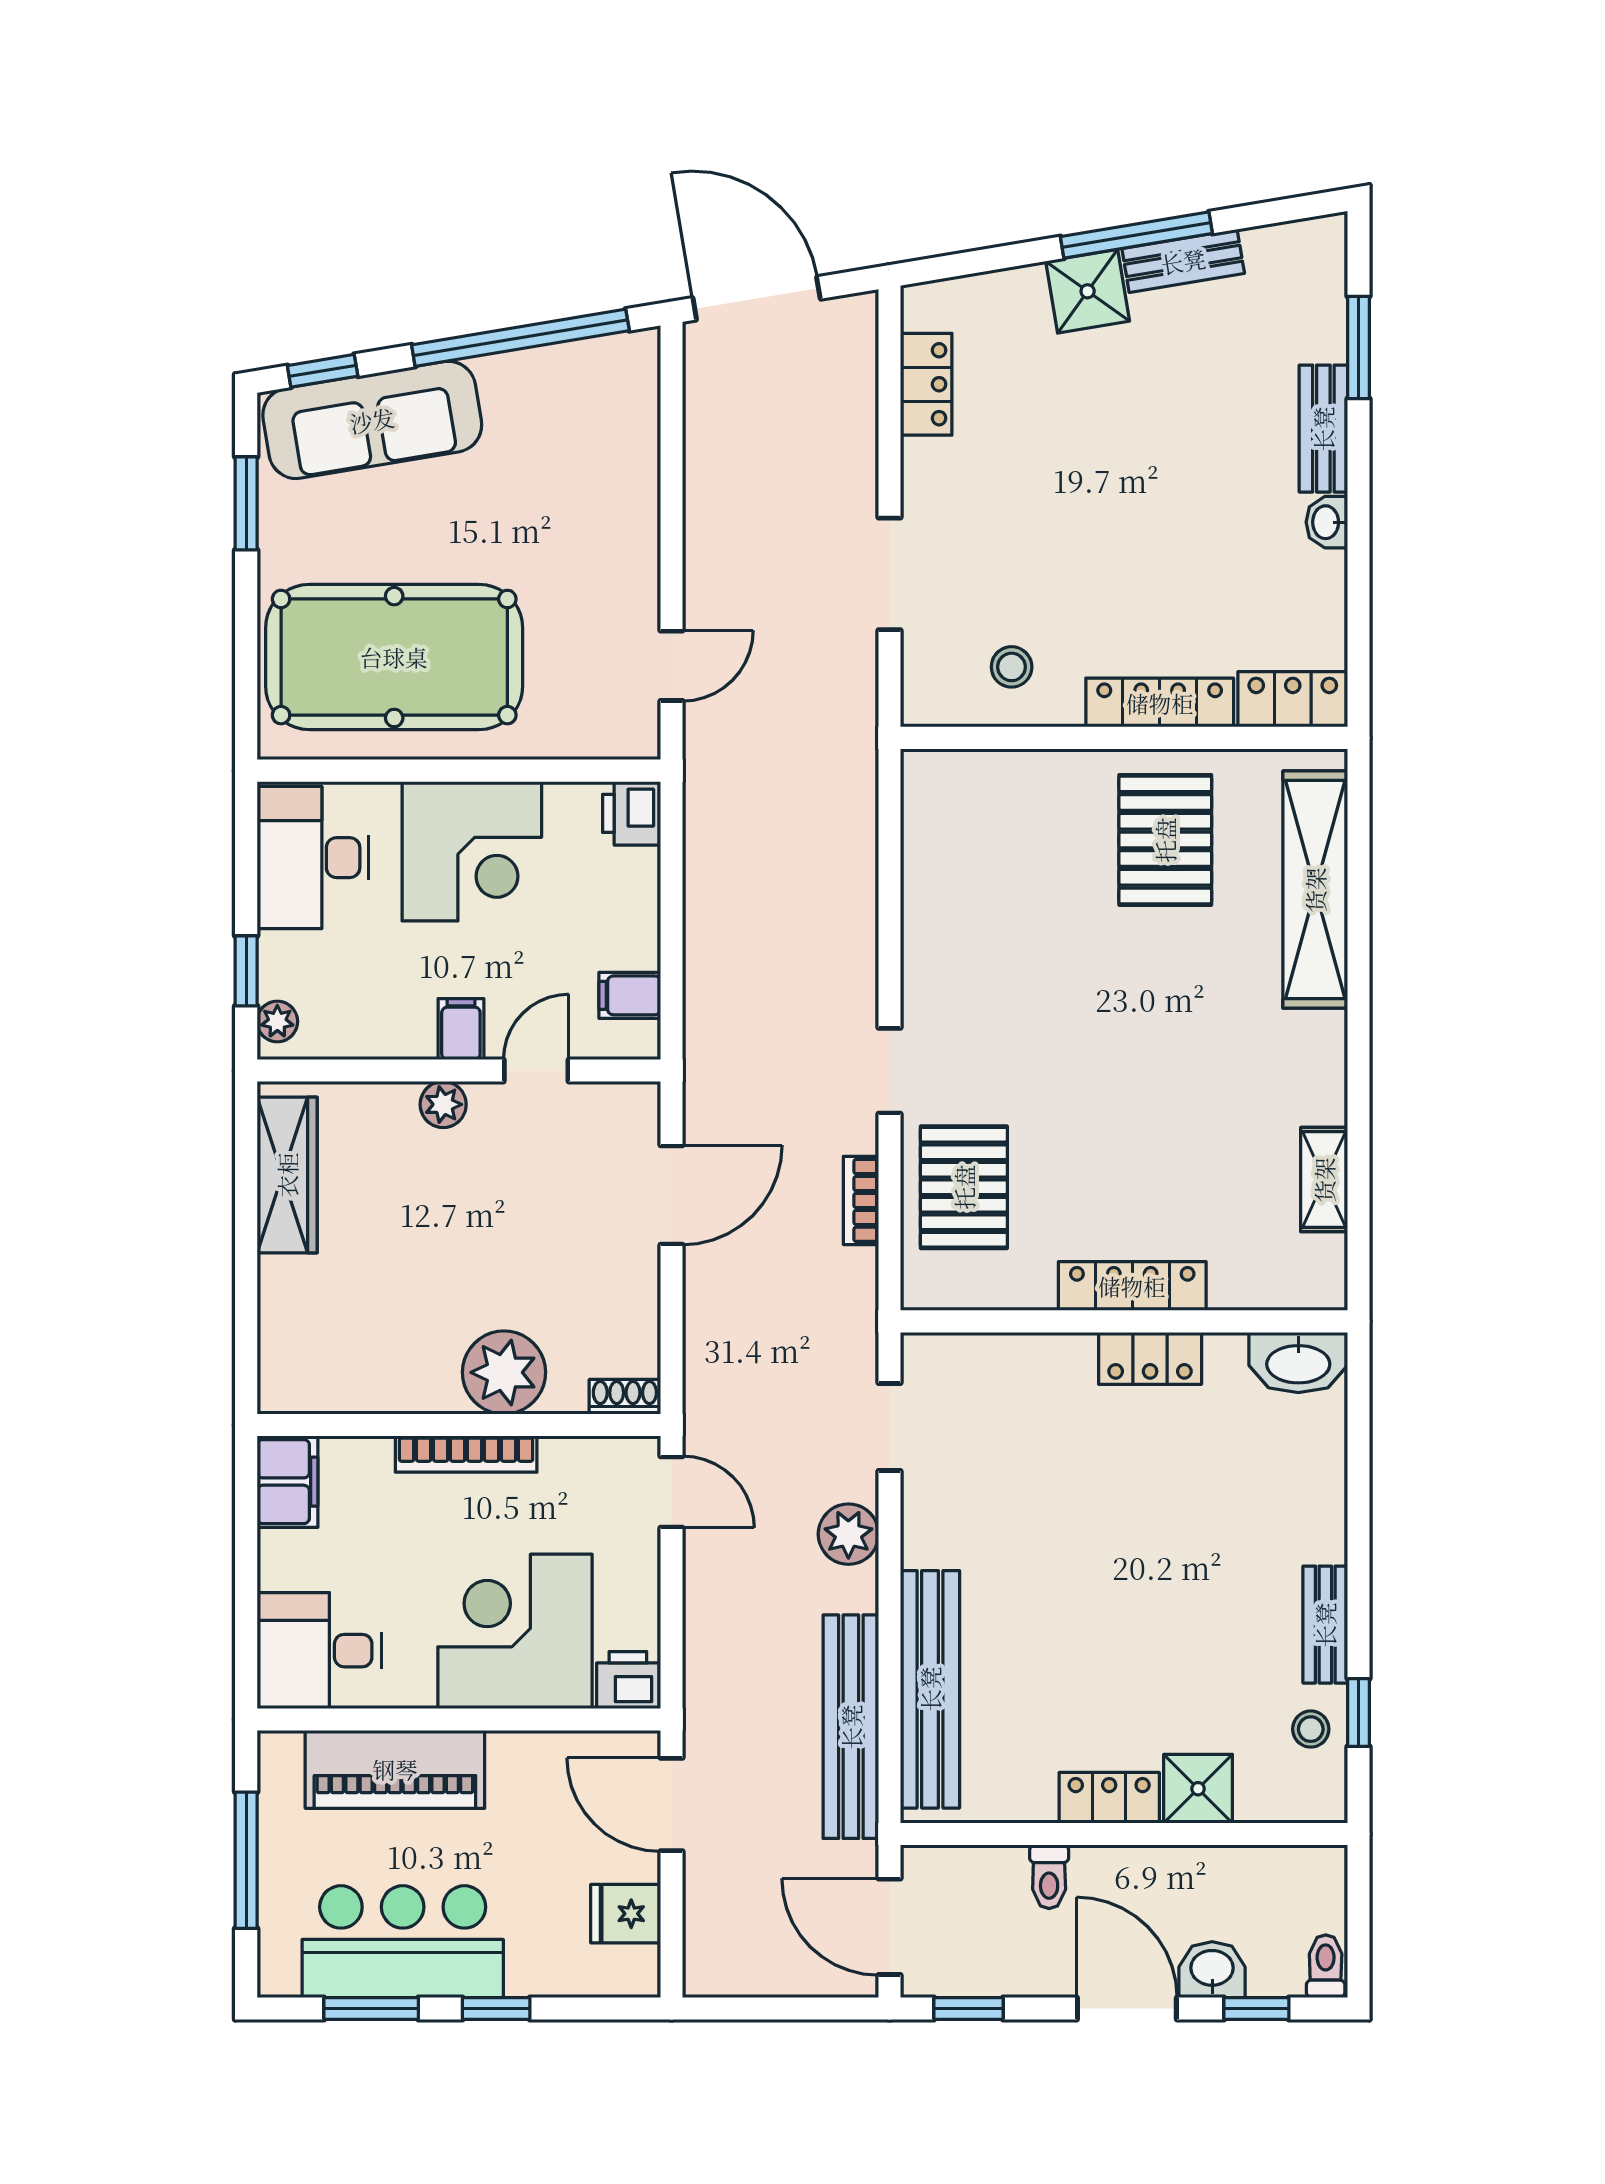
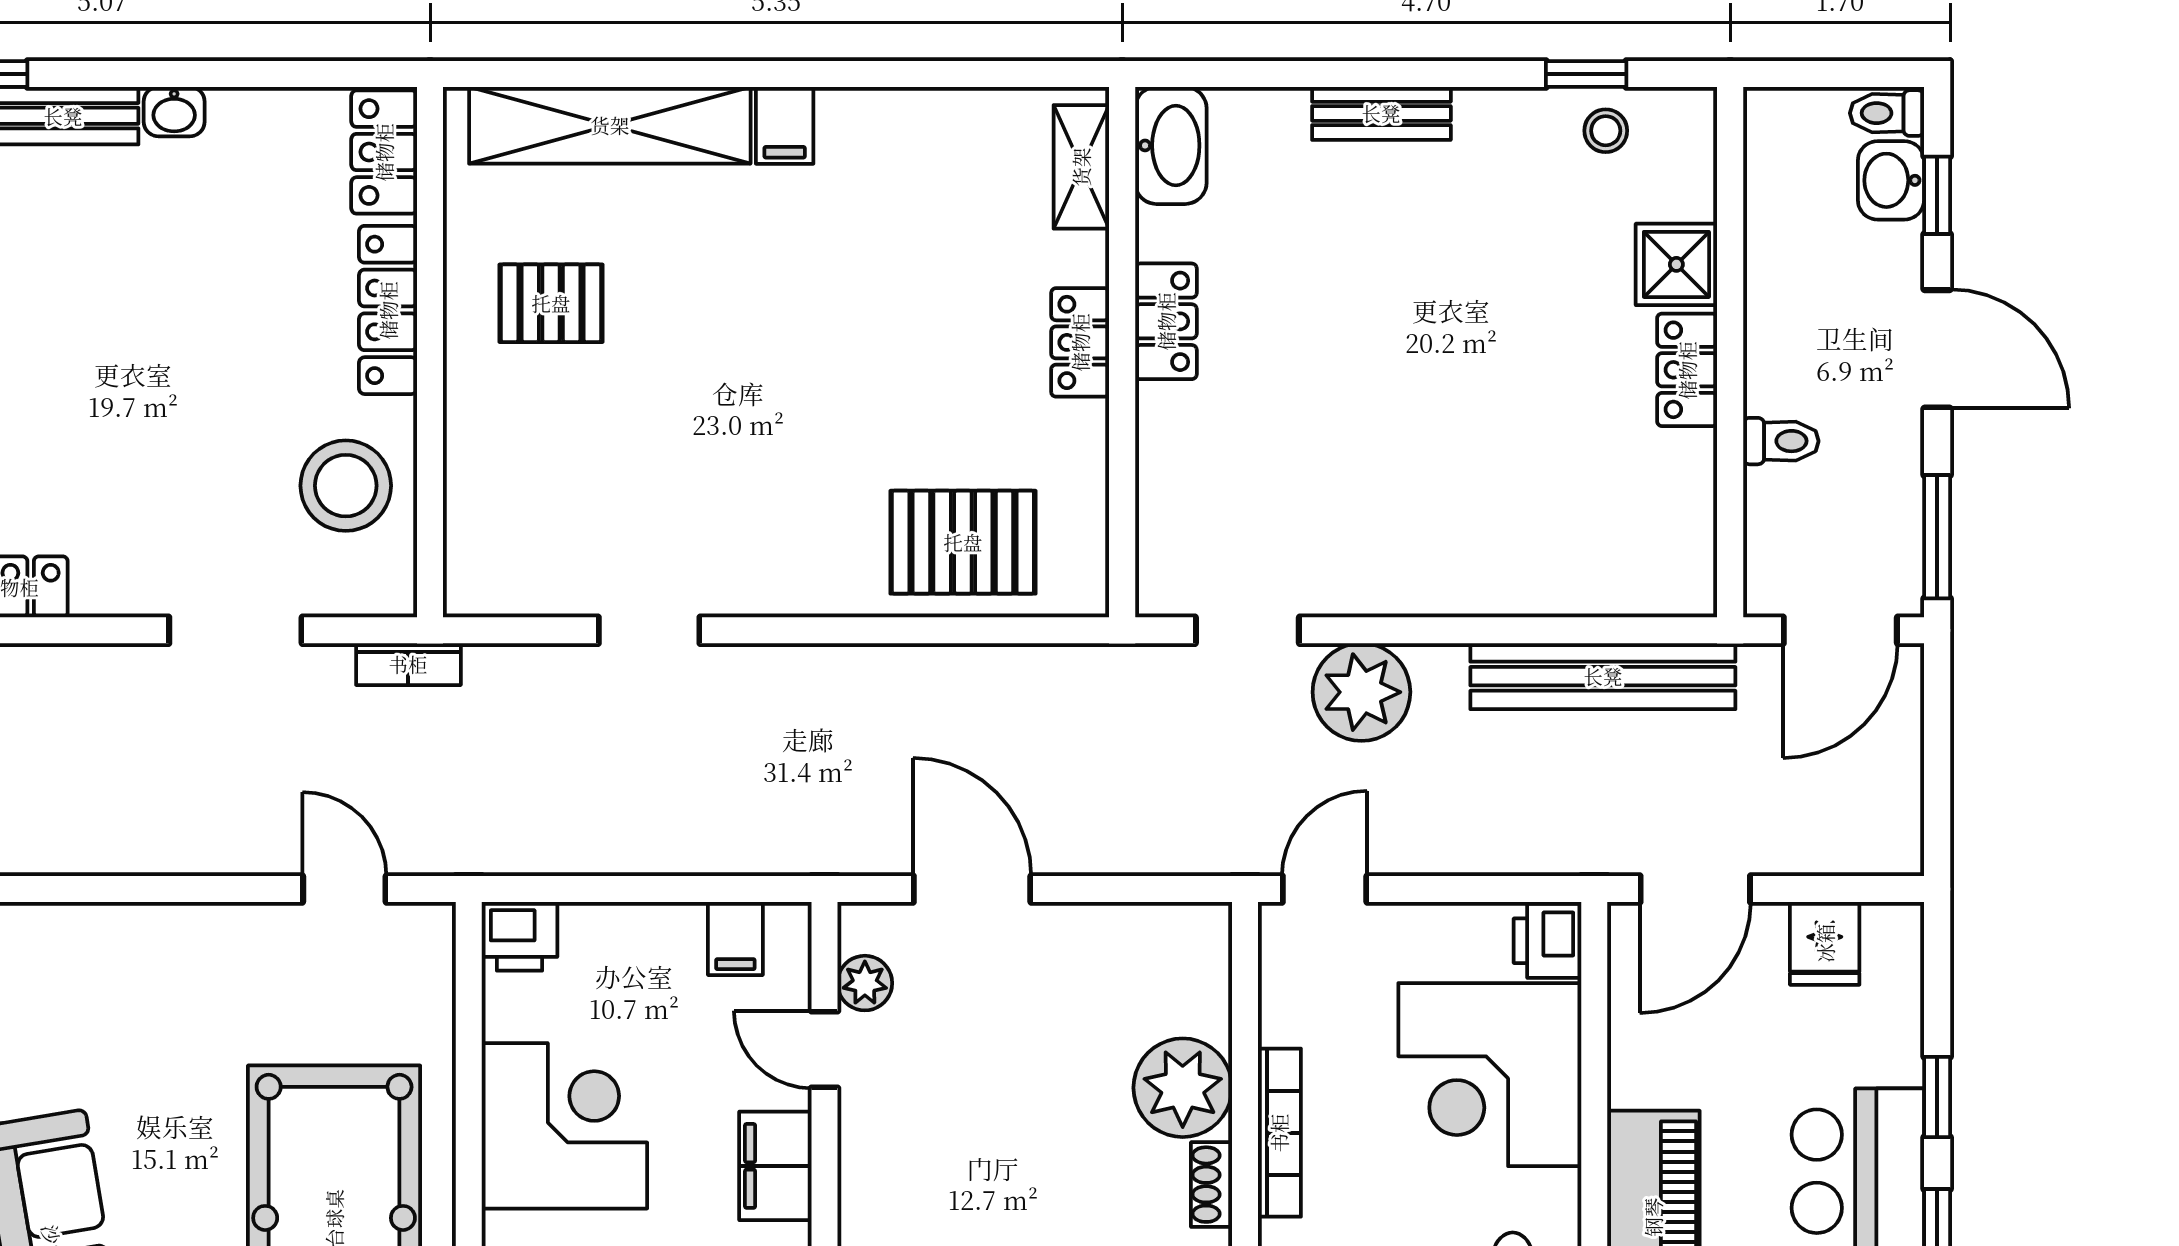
stool: (1012, 667) -> (346, 486), width x1.89, depth x1.89
pallet: (1165, 840) -> (551, 303), width x0.67, depth x0.71
filing cabinet: (461, 1029) -> (775, 1166), width x2.00
filing cabinet: (1315, 1037) -> (785, 125), added
doorway: (890, 1071) -> (649, 630), moved
plant: (443, 1104) -> (865, 983), moved
shelving: (1324, 1180) -> (1081, 167), moved, turned 90
bookcase: (861, 1200) -> (408, 664), moved
locker: (1132, 1286) -> (1080, 342), width x0.66
shoe rack: (625, 1397) -> (1211, 1185), moved
plant: (848, 1534) -> (1361, 692), width x1.36, depth x1.36
bench: (1325, 1625) -> (1381, 113), moved
bench: (930, 1689) -> (1559, 582), removed
washbasin: (1212, 1970) -> (1891, 180), moved
window: (968, 2008) -> (1937, 537), width x1.50
door: (1127, 2008) -> (1937, 349), swing flipped

